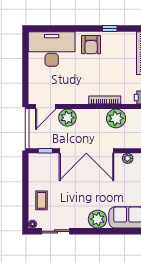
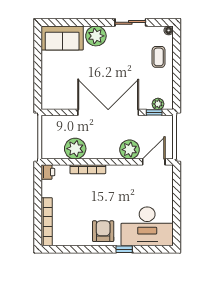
window: (110, 28) -> (124, 249), moved
plant: (128, 158) -> (158, 104), moved
sliding door: (56, 231) -> (130, 22), moved

